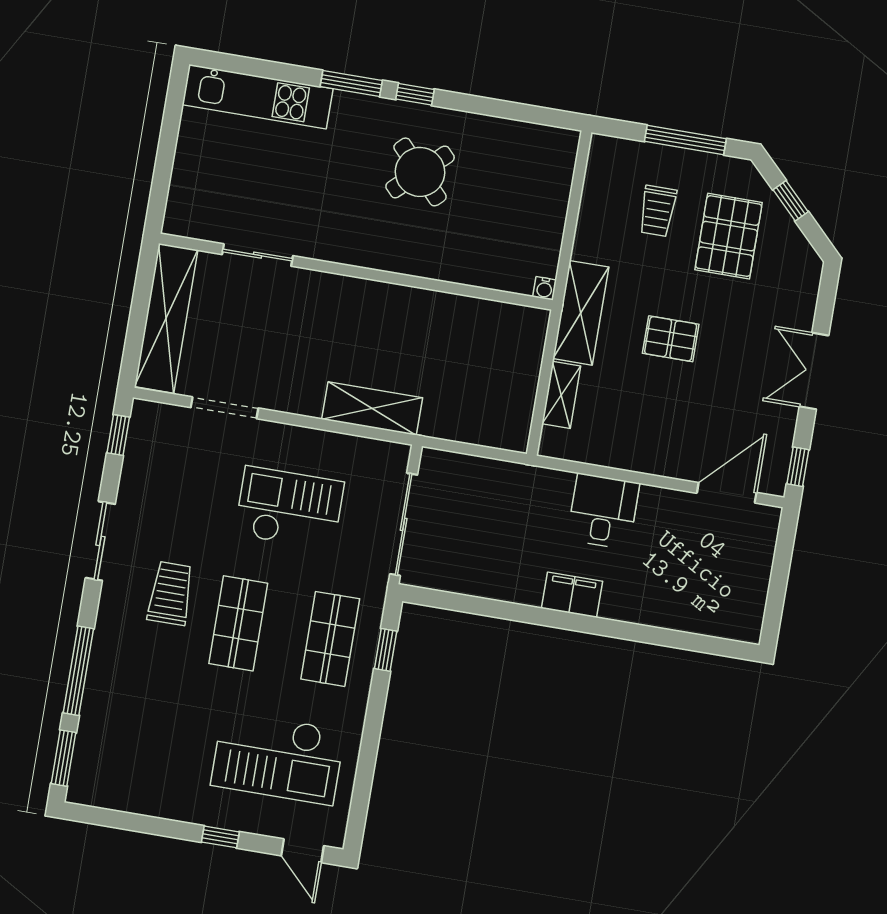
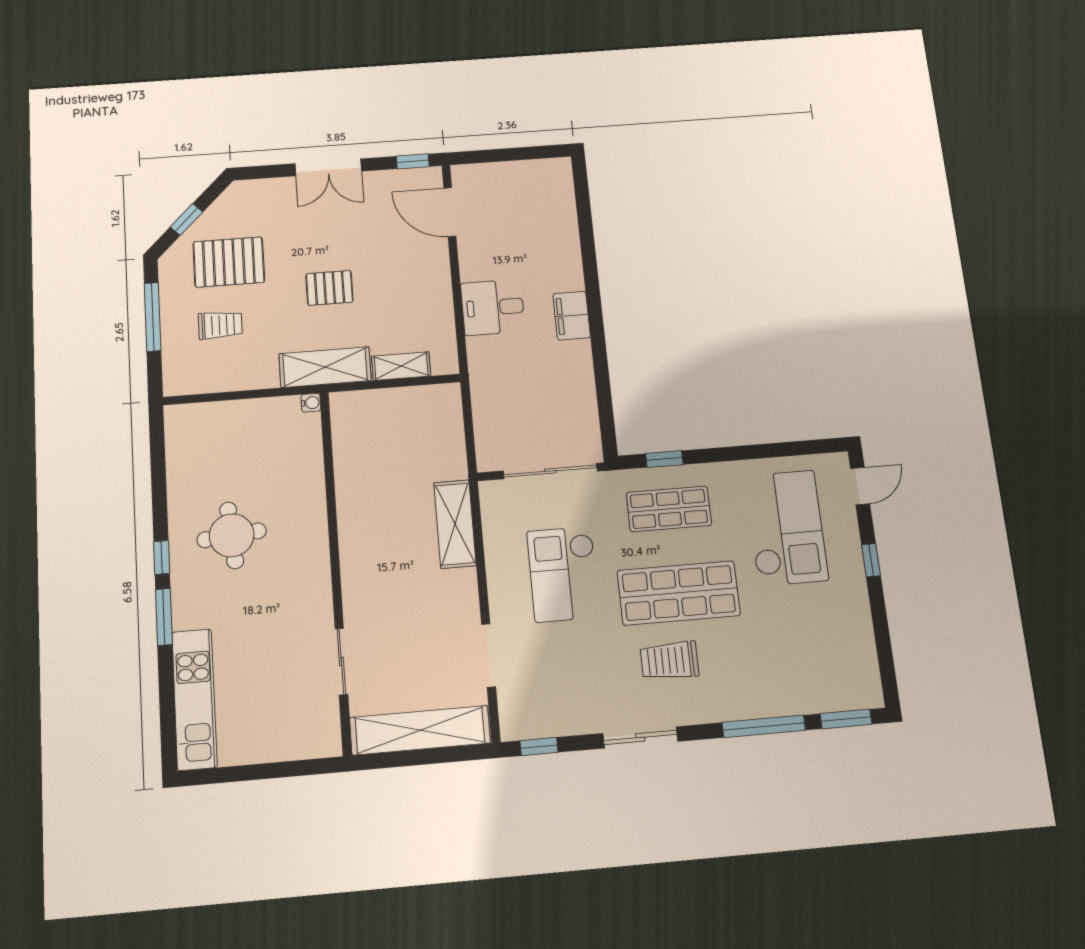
round table: (420, 172) -> (232, 535), turned 38
pallet: (671, 339) -> (329, 288), turned 90
shop shelf: (238, 623) -> (679, 593), width x1.43, depth x1.36

